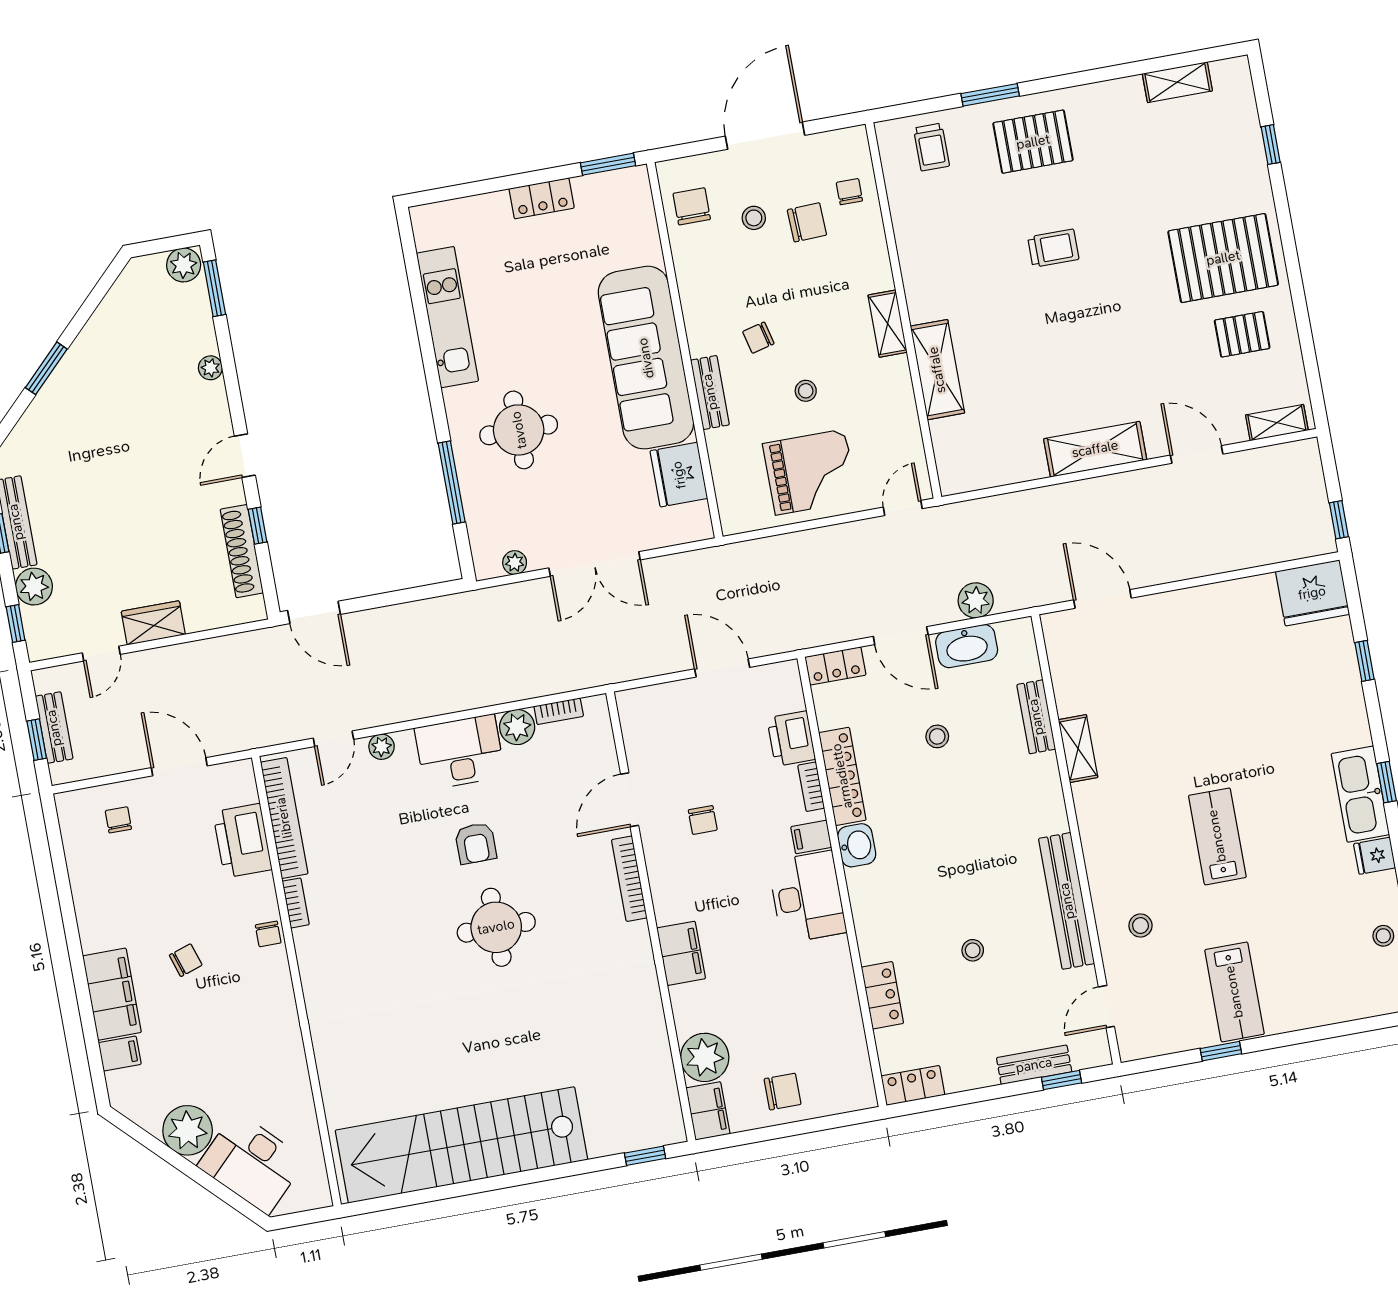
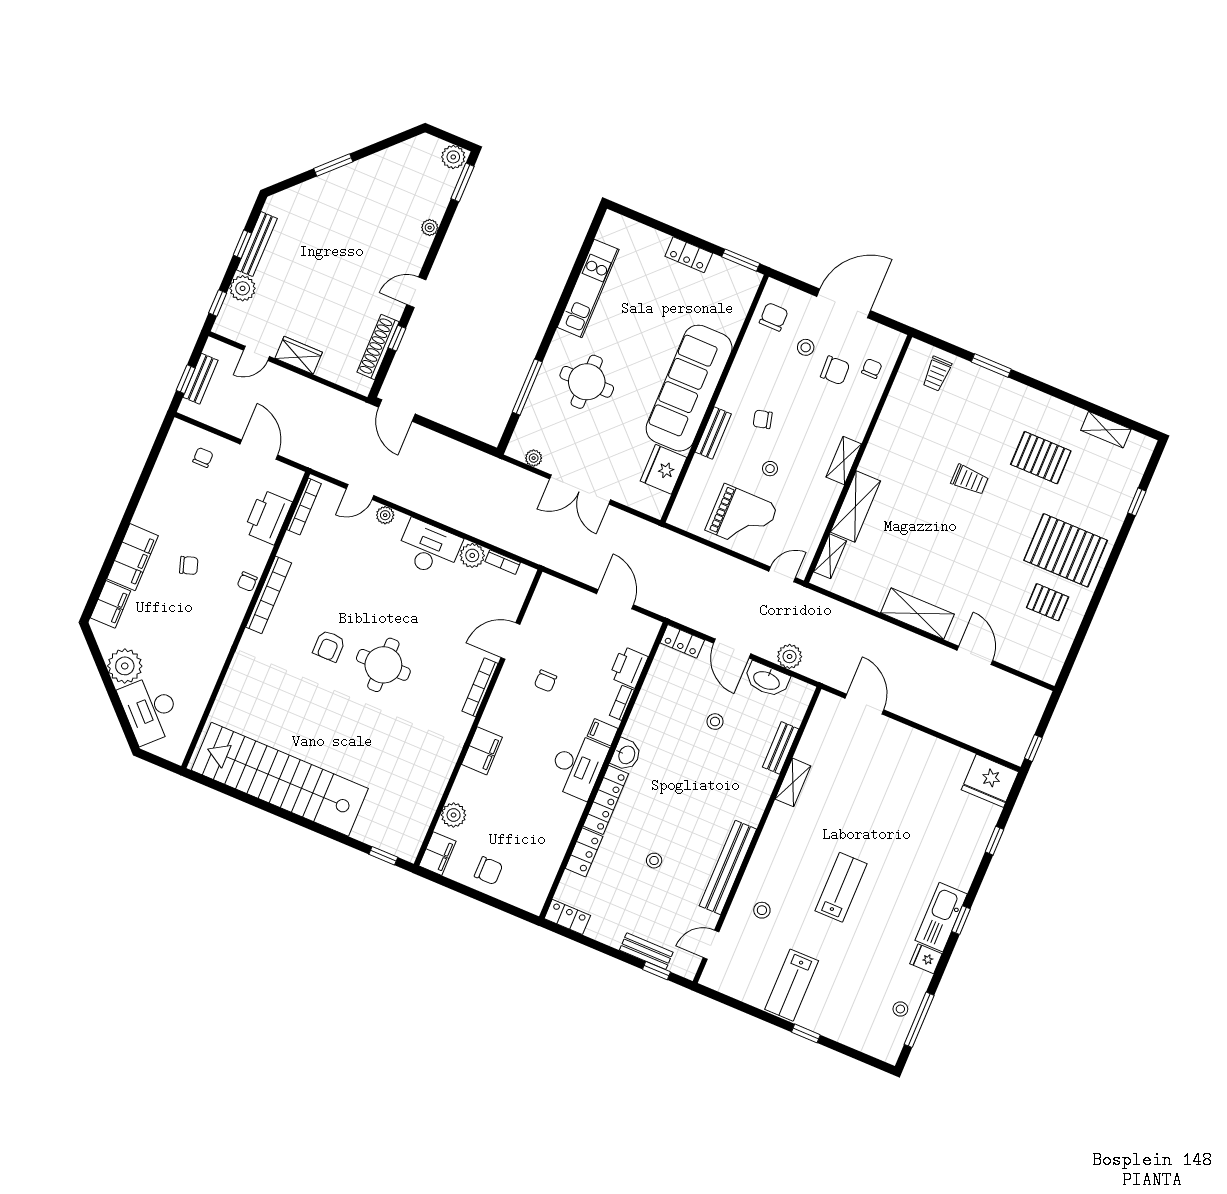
pallet: (1033, 142) -> (1041, 458), moved
shelving: (1277, 423) -> (830, 556), moved, turned 90
locker: (842, 776) -> (606, 800), moved
bookcase: (284, 818) -> (304, 507), width x0.68, depth x0.76
armchair: (476, 843) -> (329, 646), moved
bookcase: (296, 903) -> (269, 595), width x2.31, depth x1.31
window: (1221, 1051) -> (806, 1033), moved
filing cabinet: (120, 1054) -> (110, 604), width x2.00
plant: (705, 1057) -> (454, 815), width x0.73, depth x0.73

